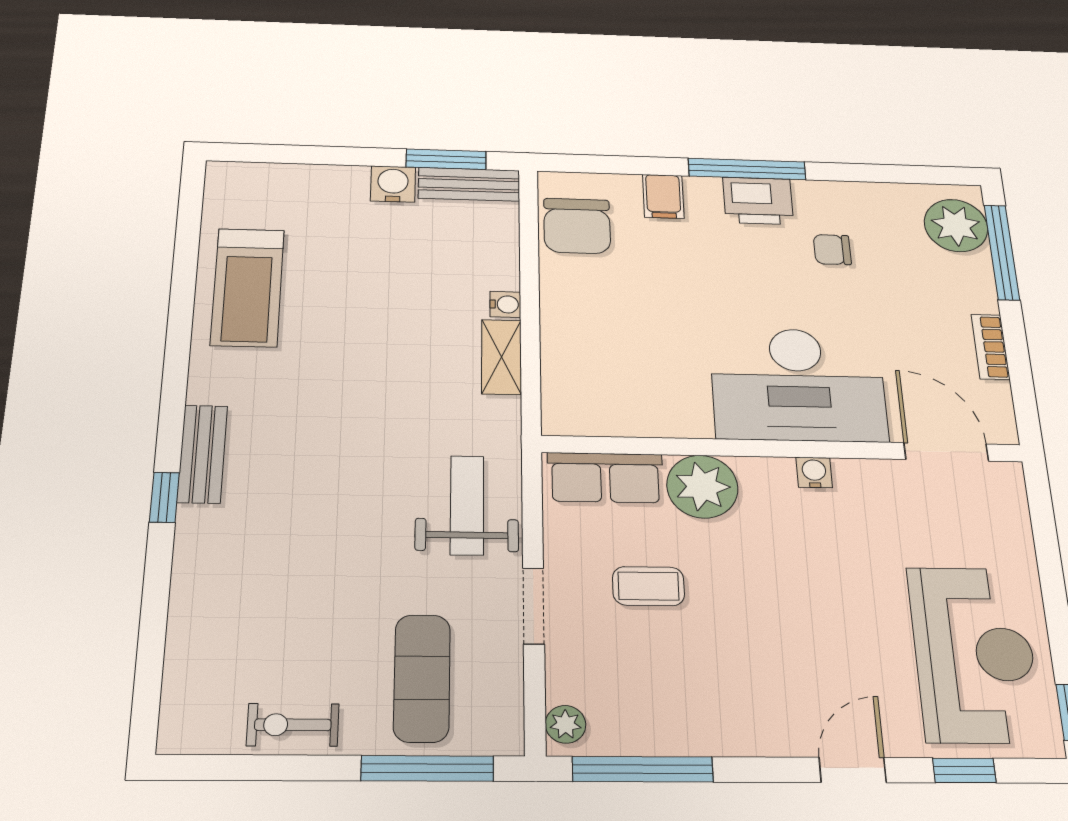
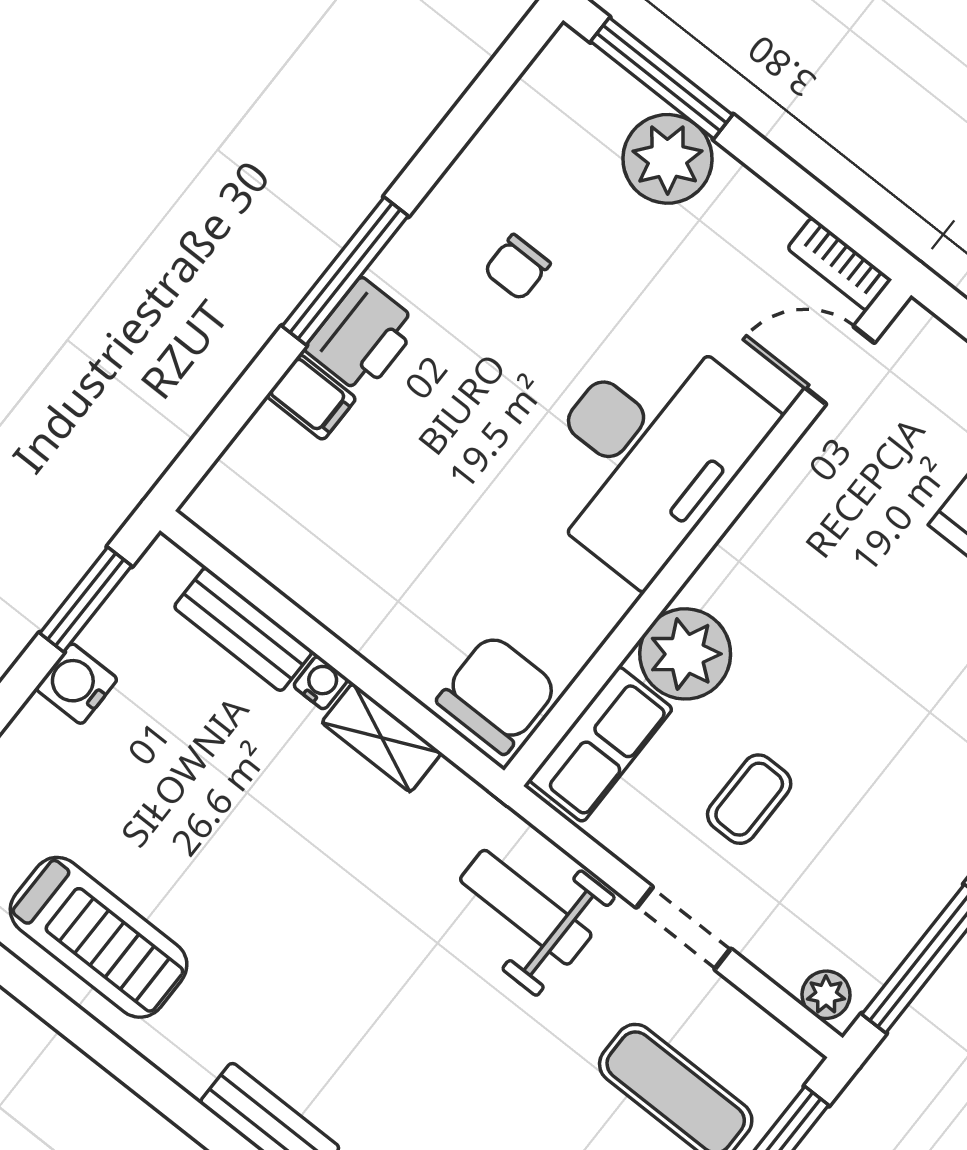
bench: (469, 184) -> (243, 629), moved, turned 90
printer: (758, 201) -> (362, 336), moved
chair: (577, 226) -> (497, 694), moved, turned -90
plant: (956, 226) -> (668, 159), moved
bookcase: (990, 347) -> (839, 264), moved
door: (946, 452) -> (840, 365), width x0.73
water cooler: (814, 472) -> (757, 525), removed

